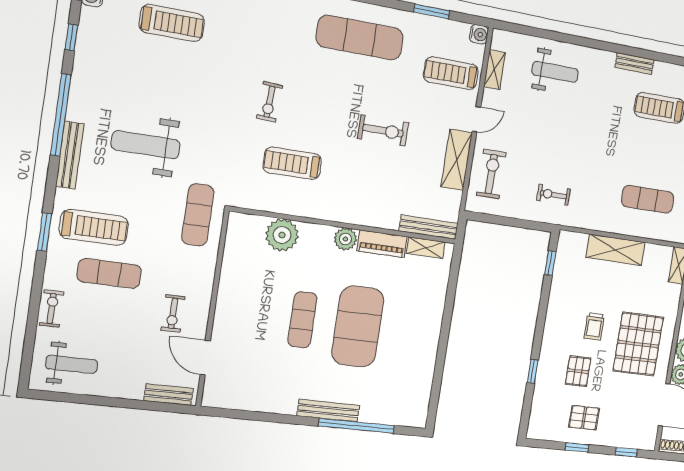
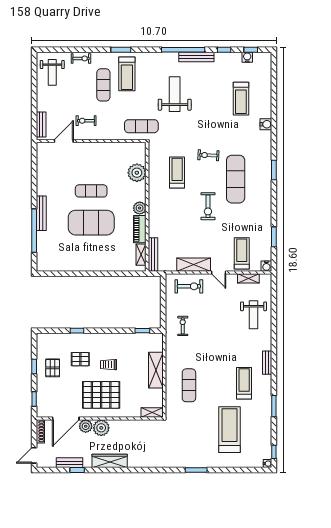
exercise mat: (360, 38) -> (236, 179), moved
exercise bike: (383, 131) -> (208, 206), moved
bench: (70, 155) -> (196, 57), moved

